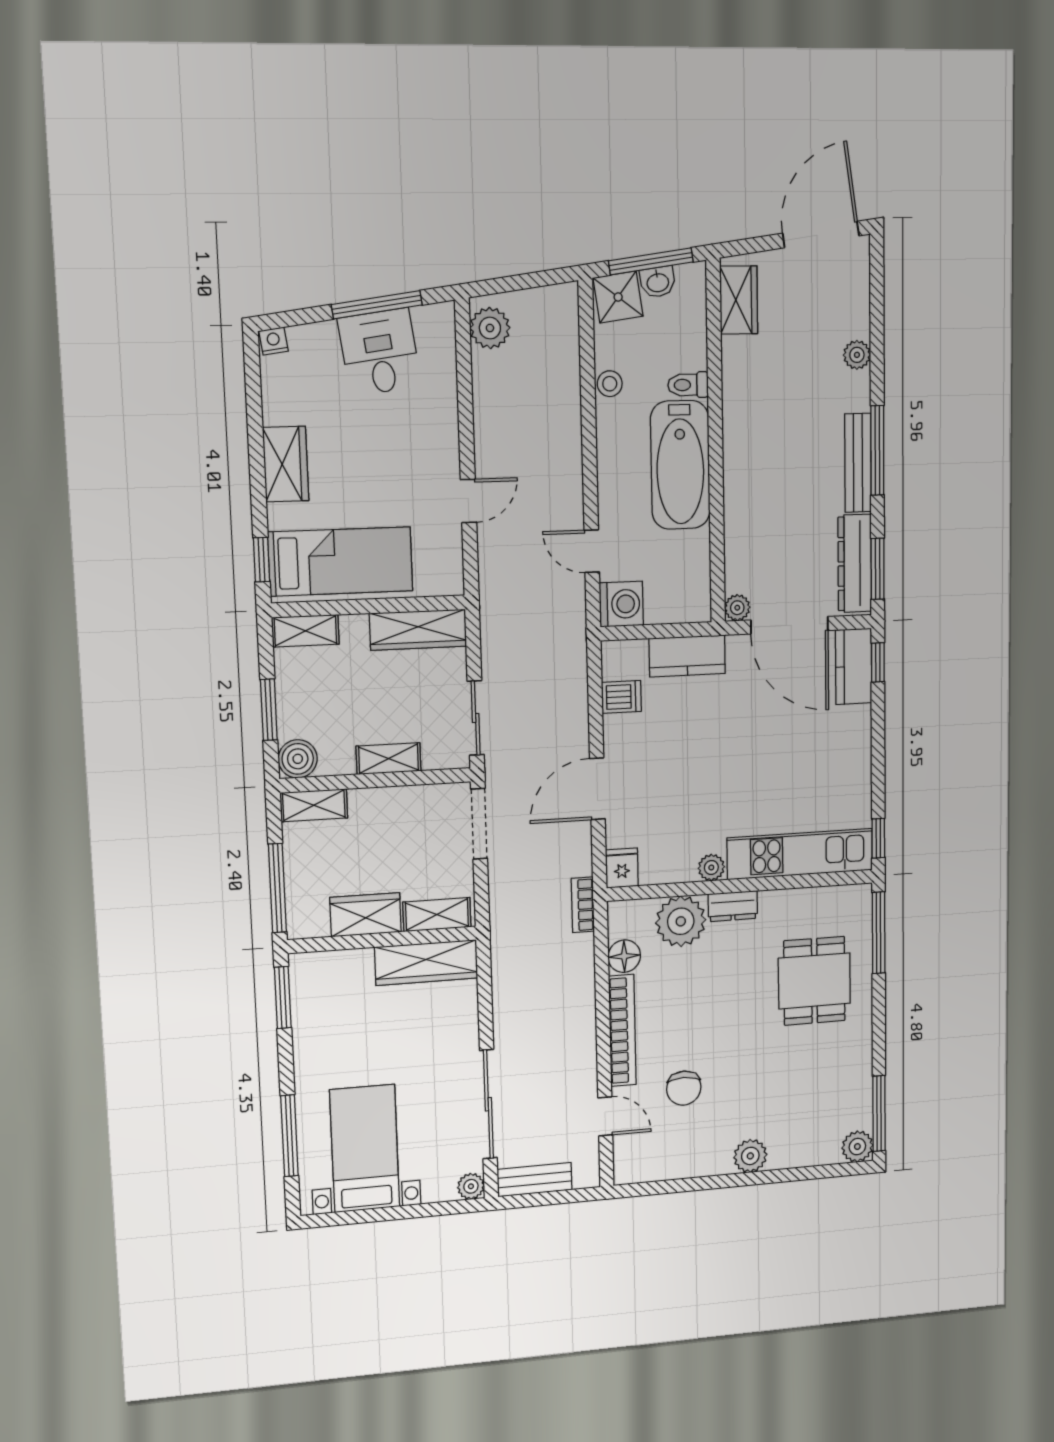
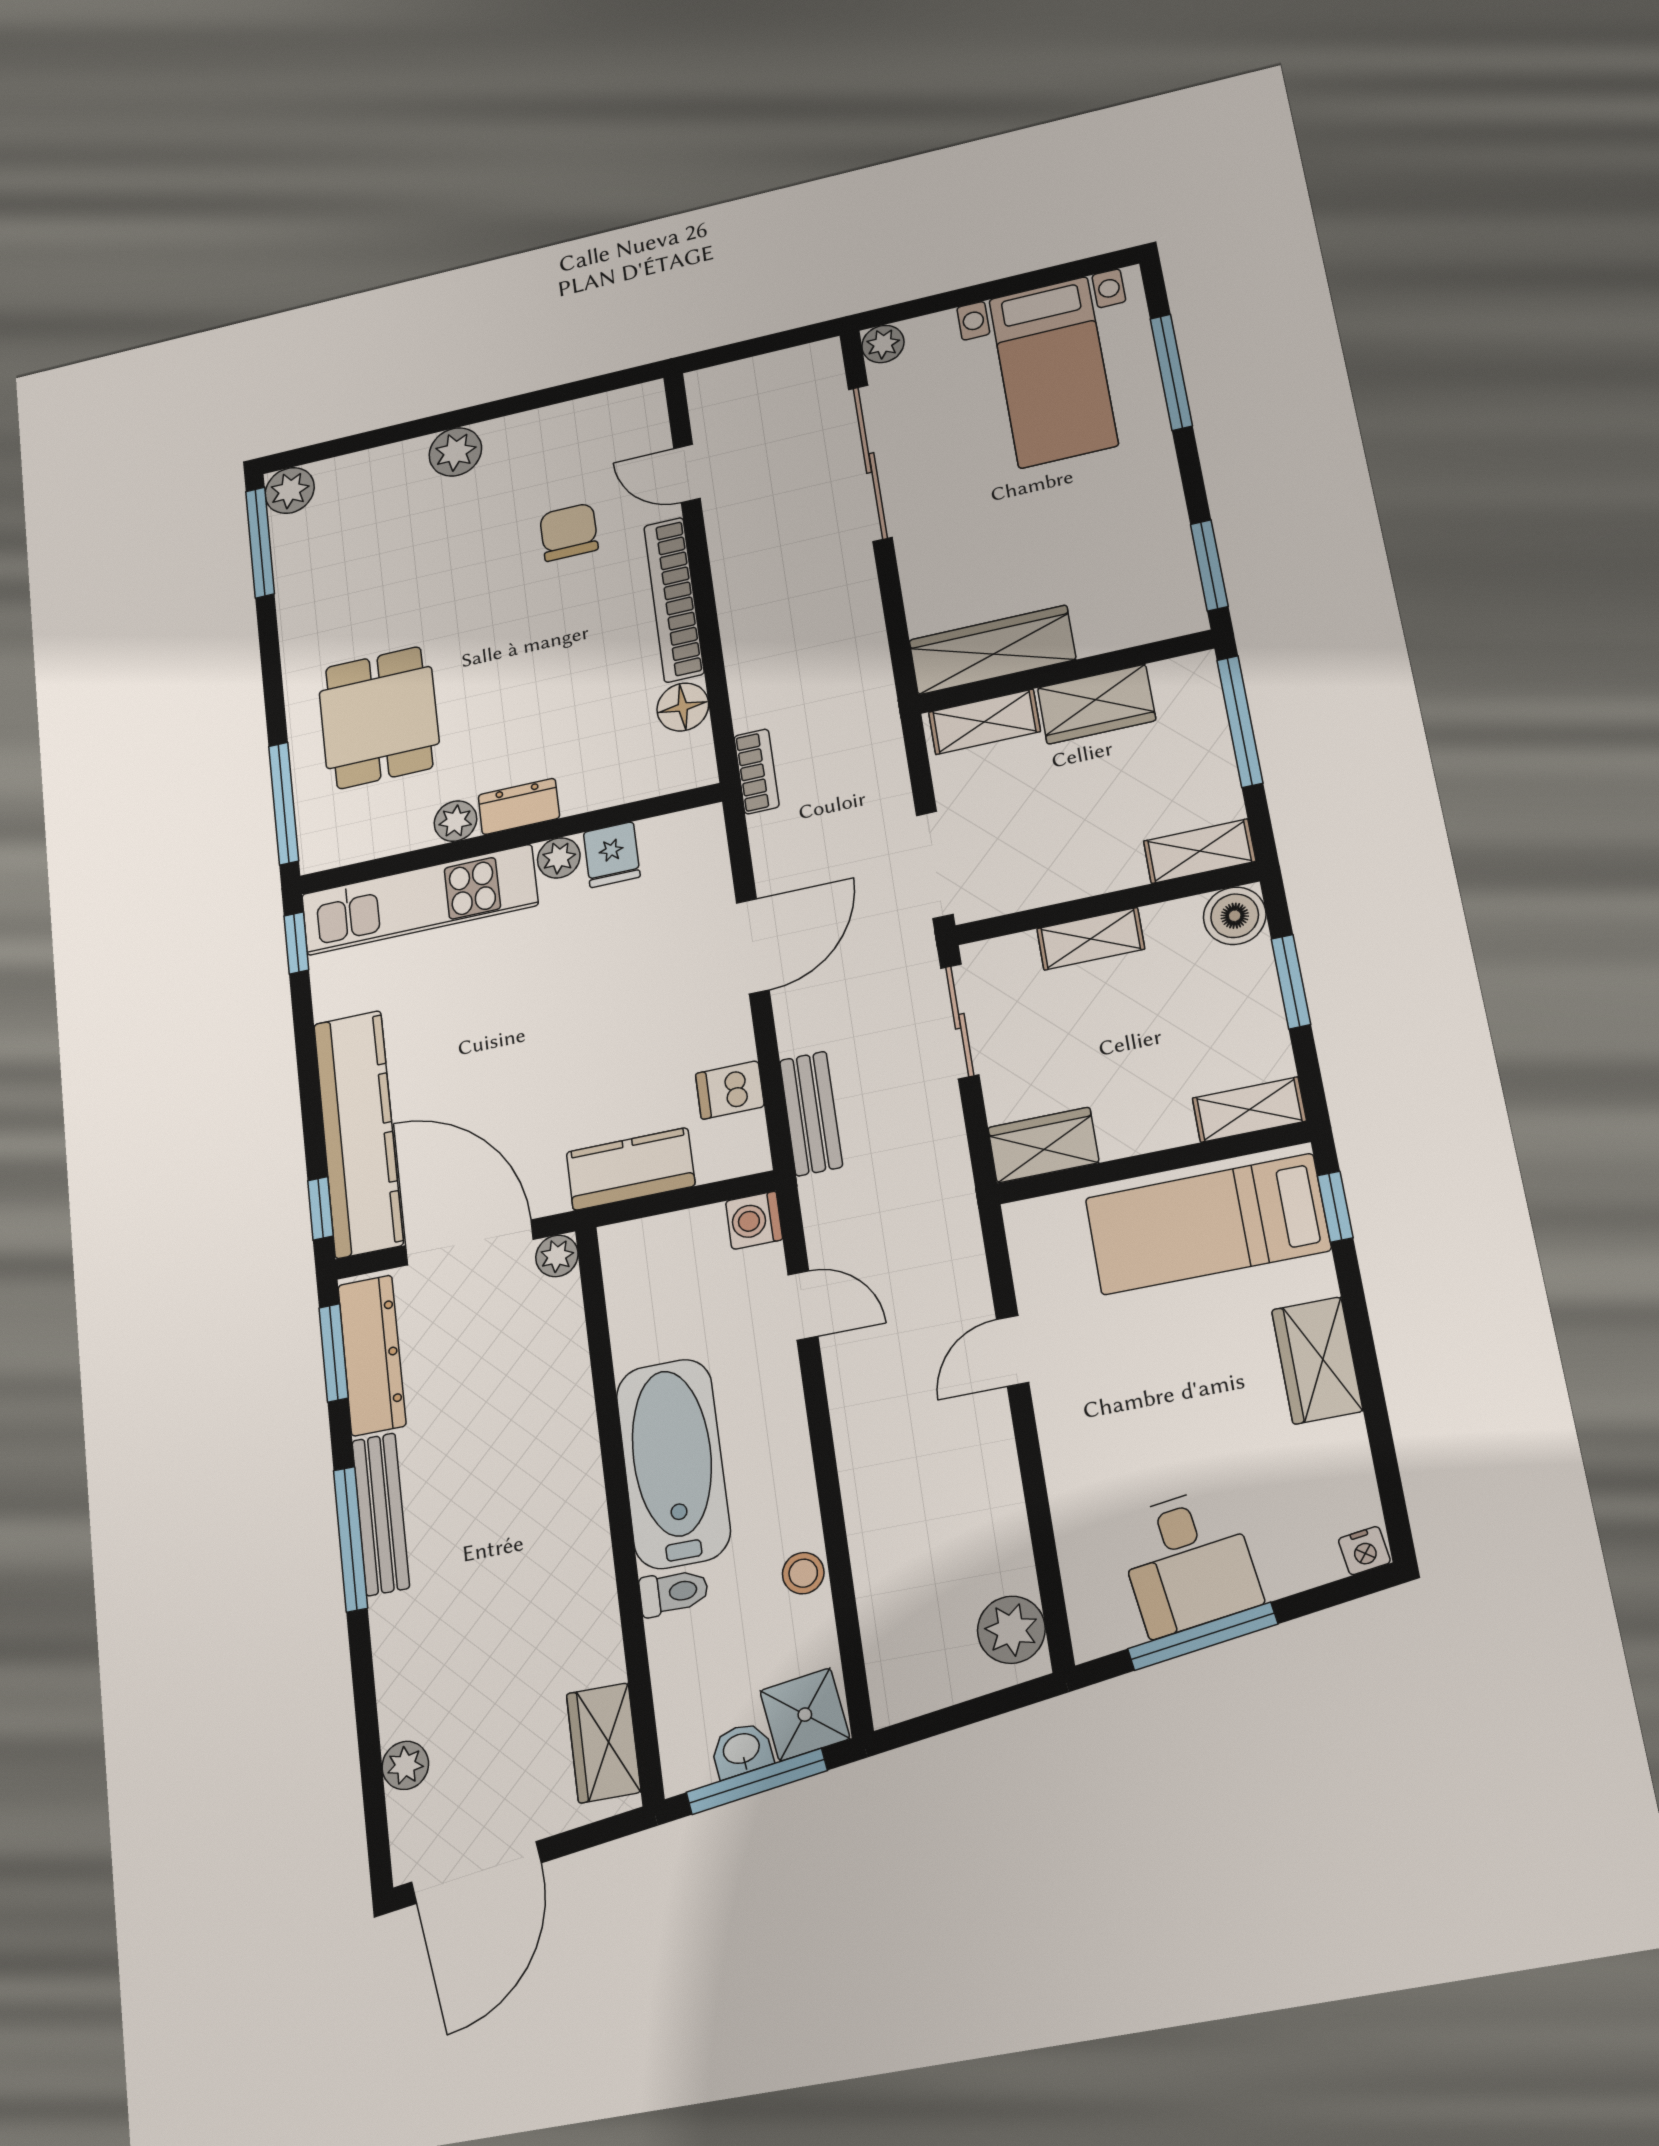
plant: (857, 355) -> (405, 1765), moved
washing machine: (621, 604) -> (754, 1220), width x0.73, depth x0.73
wardrobe: (418, 630) -> (1043, 1145), width x0.67
kitchen counter: (854, 666) -> (358, 1133), width x2.08, depth x1.17
fridge: (622, 868) -> (612, 855), moved
plant: (681, 921) -> (455, 821), moved, width x0.53, depth x0.53
bench: (535, 1180) -> (811, 1113), moved, turned 90

